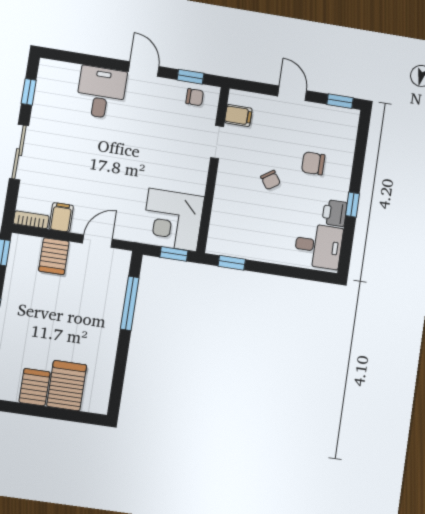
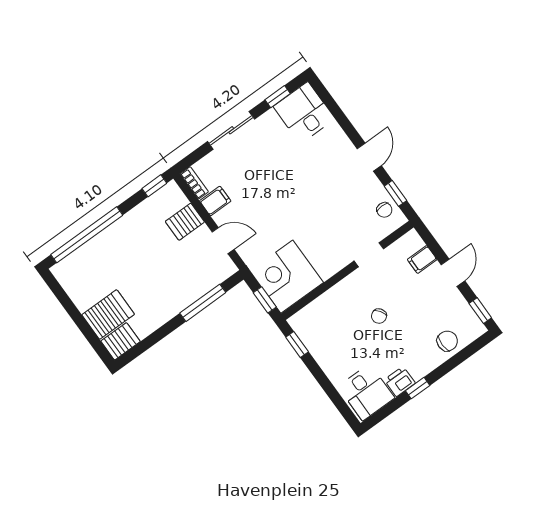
desk: (101, 92) -> (304, 113), moved, turned -90
filing cabinet: (238, 116) -> (422, 259), moved, turned 90
chair: (313, 163) -> (447, 341), moved, turned 90
server rack: (35, 387) -> (121, 341), moved

